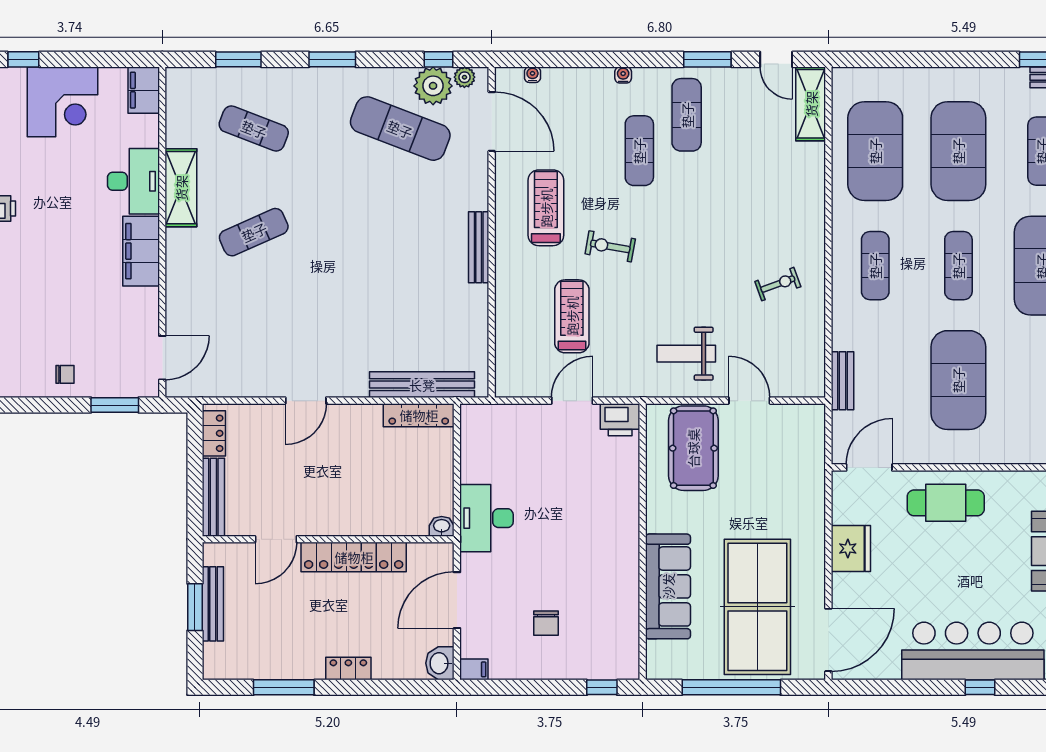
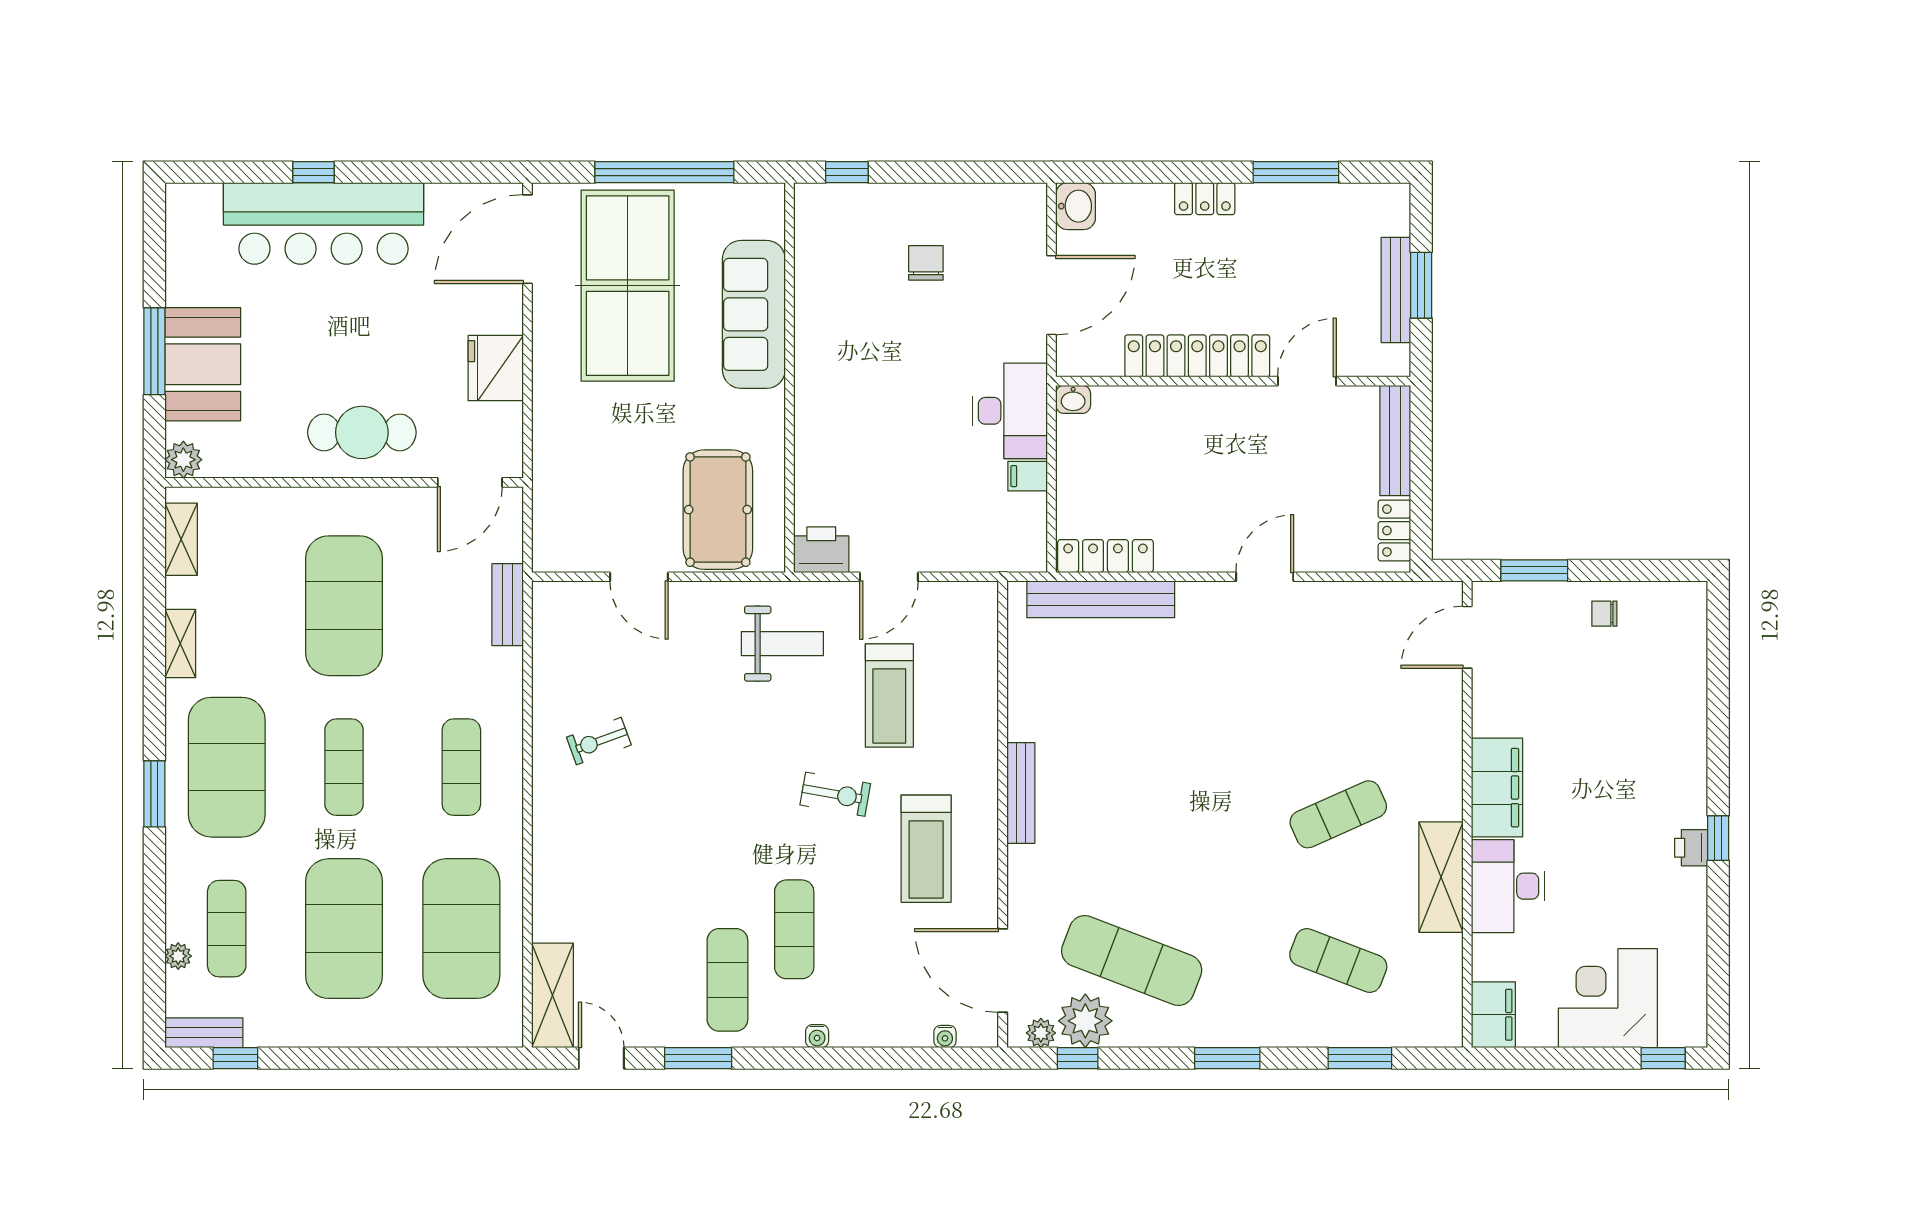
weight bench: (686, 354) -> (782, 644), moved
filing cabinet: (474, 669) -> (1028, 476), moved

